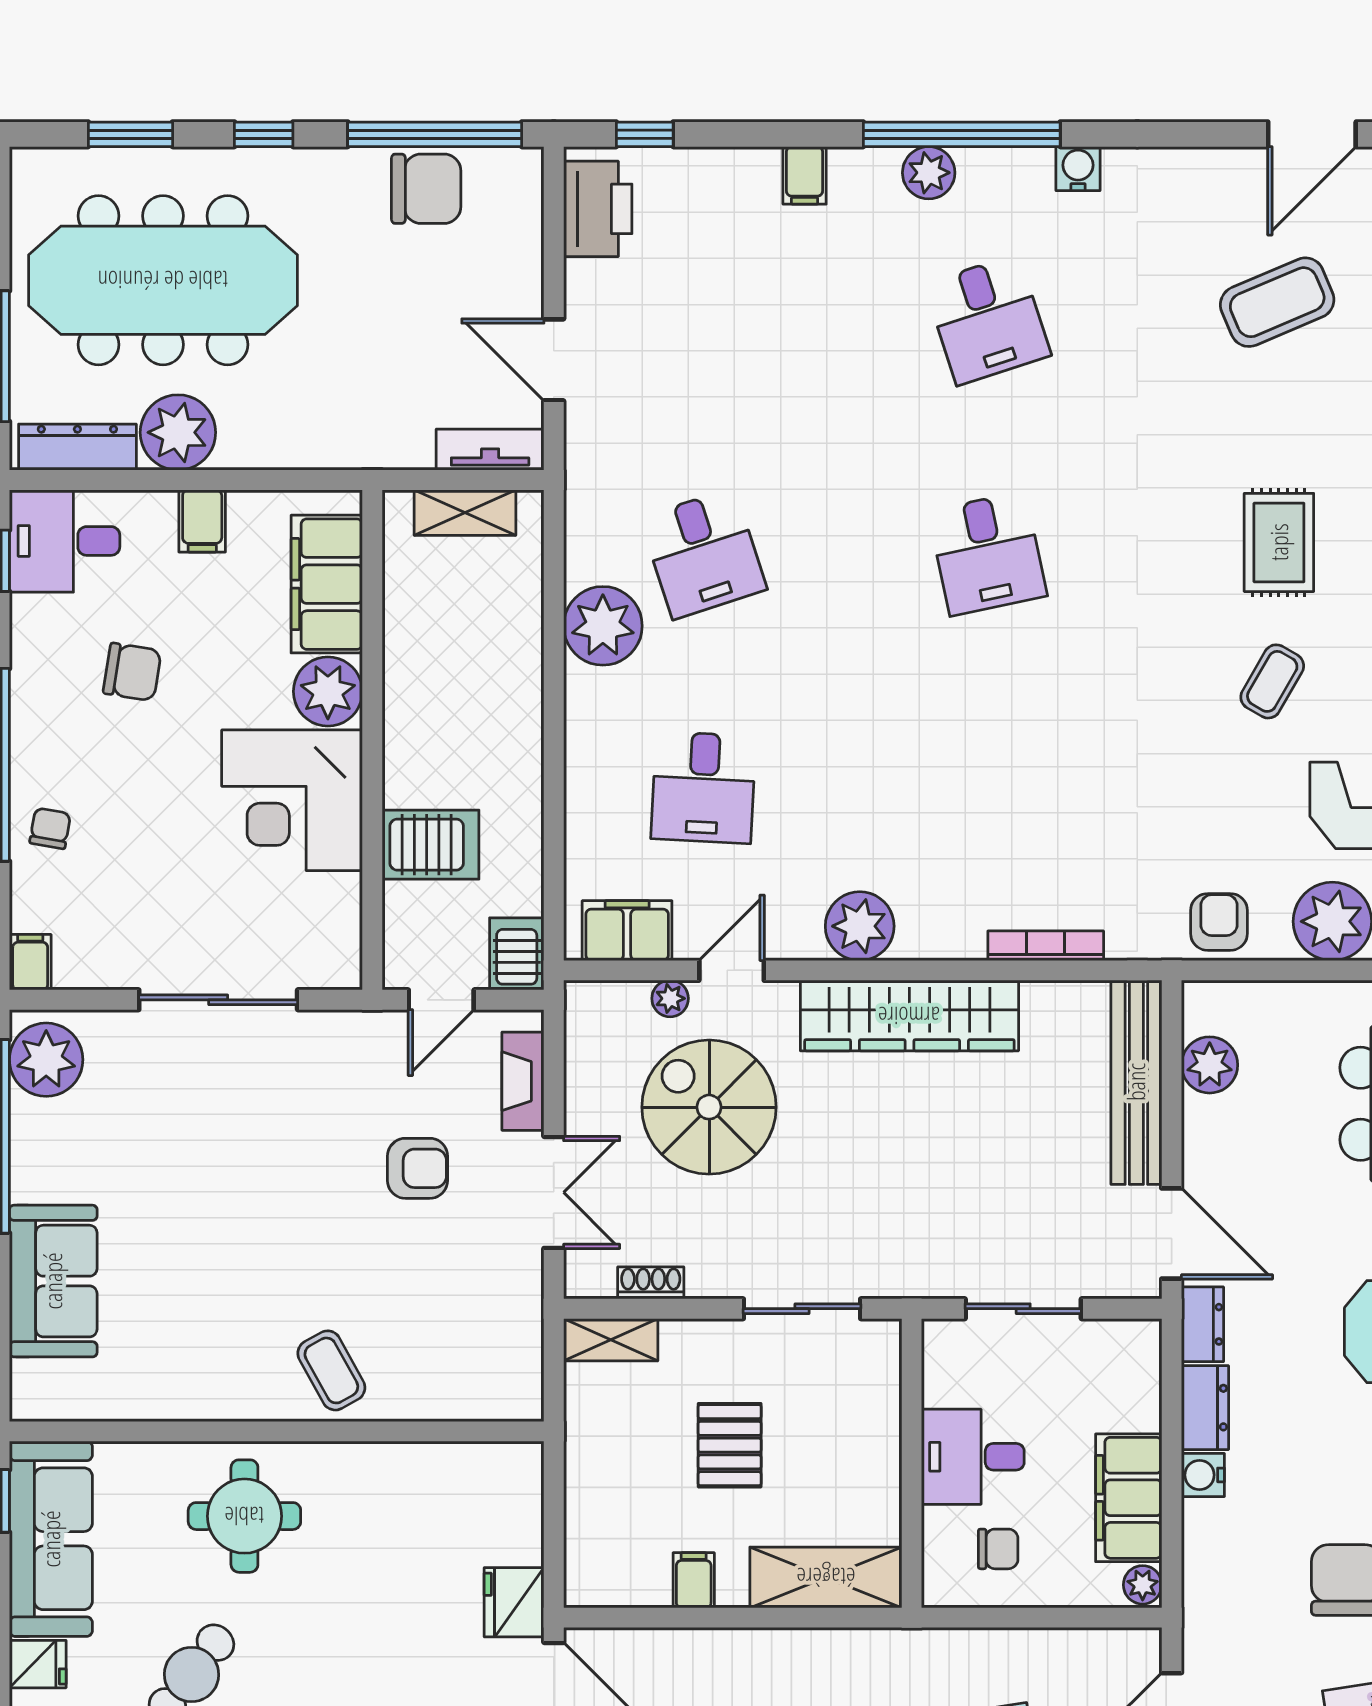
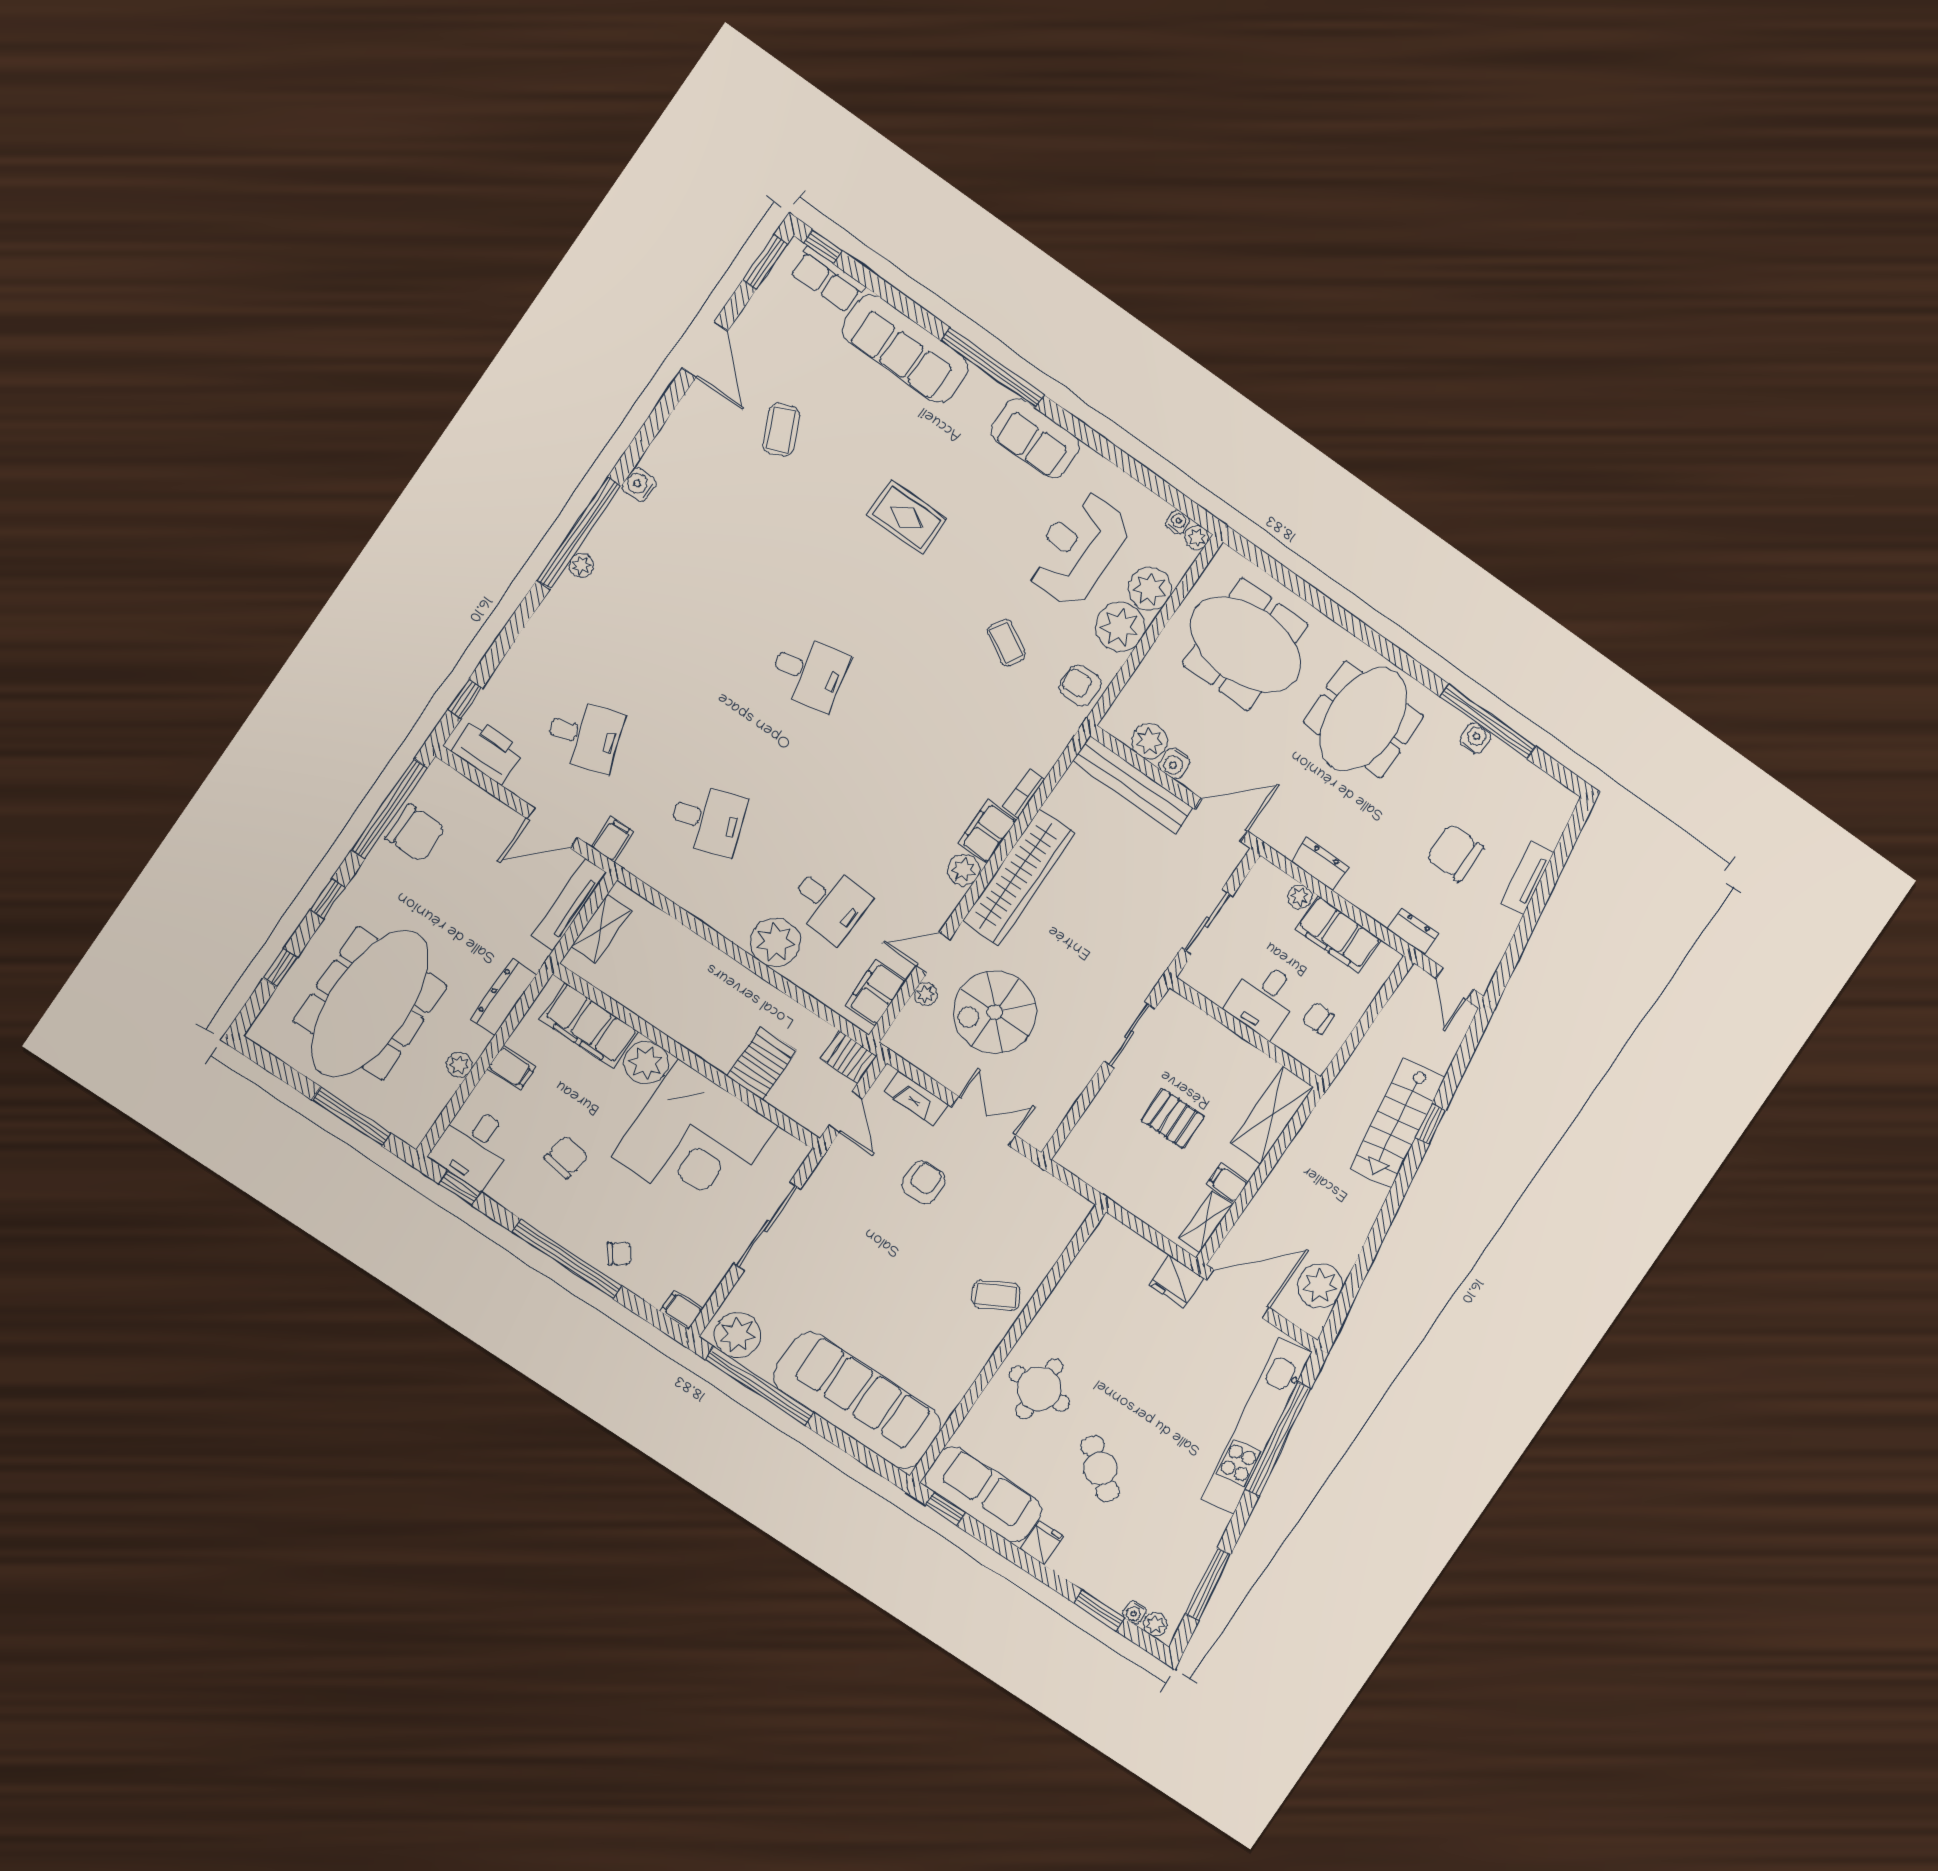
window: (130, 134) -> (280, 968), width x0.67
plant: (929, 173) -> (581, 565), width x0.73, depth x0.73
filing cabinet: (805, 175) -> (612, 839), moved, turned -90
chair: (426, 189) -> (416, 833), turned 90
coffee table: (1277, 302) -> (781, 430), width x0.73, depth x0.77
desk: (988, 320) -> (585, 735), moved
plant: (178, 432) -> (459, 1065), width x0.53, depth x0.53
dresser: (77, 447) -> (504, 997), moved
tv unit: (490, 450) -> (569, 905), width x1.41
plant: (603, 626) -> (775, 942), moved
coffee table: (1272, 681) -> (1006, 643), moved
corner desk: (292, 800) -> (694, 1141), width x1.36, depth x1.36
chair: (50, 828) -> (619, 1254), turned 135
plant: (860, 926) -> (964, 870), width x0.73, depth x0.73
filing cabinet: (941, 932) -> (987, 832), added
bookcase: (1046, 946) -> (1024, 794), width x0.64
door: (732, 970) -> (933, 953), hinge flipped
sofa: (53, 1281) -> (858, 1401), width x1.85, depth x1.27
shoe rack: (651, 1283) -> (1064, 1103), removed
dresser: (1202, 1324) -> (1413, 931), moved
shelving: (611, 1340) -> (1206, 1221), moved
water cooler: (1203, 1475) -> (1174, 764), moved
chair: (998, 1549) -> (1318, 1018), turned -90
plant: (1143, 1585) -> (1300, 897), moved

